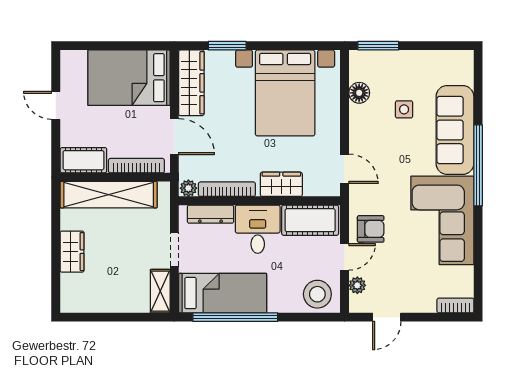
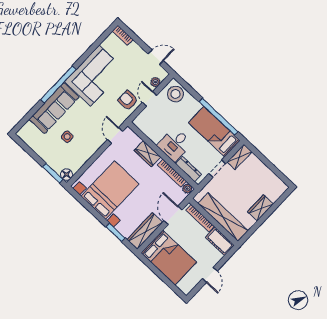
floor lamp: (359, 93) -> (66, 175), moved
cot: (310, 220) -> (149, 128), removed
door: (345, 257) -> (150, 99), hinge flipped

